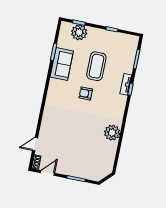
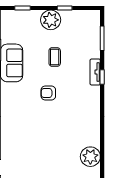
plant: (79, 32) -> (51, 20), moved
coffee table: (96, 66) -> (55, 57), width x0.54, depth x0.58
plant: (112, 133) -> (90, 157), moved

